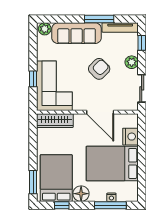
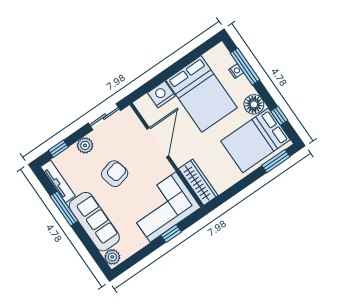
armchair: (99, 69) -> (115, 174), turned 121

